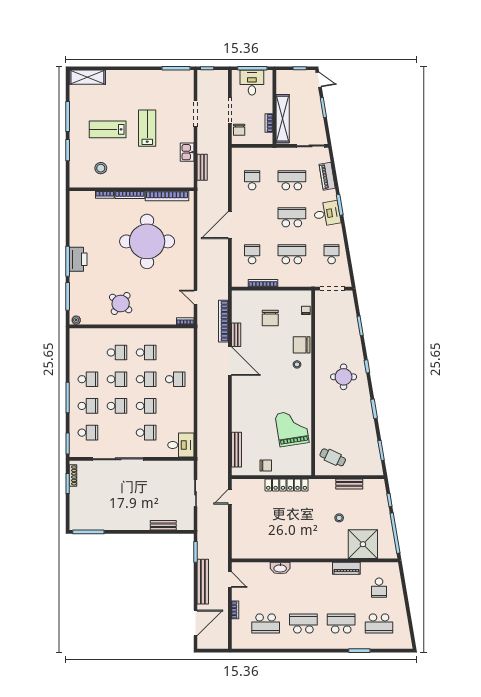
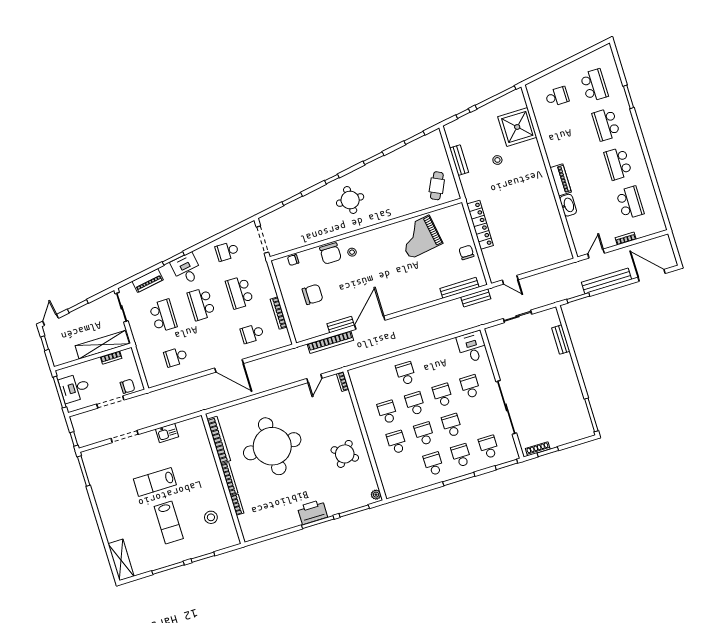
bench: (202, 167) -> (476, 298), moved
school desk: (292, 180) -> (163, 316), turned 180
piano: (346, 568) -> (561, 180), moved

